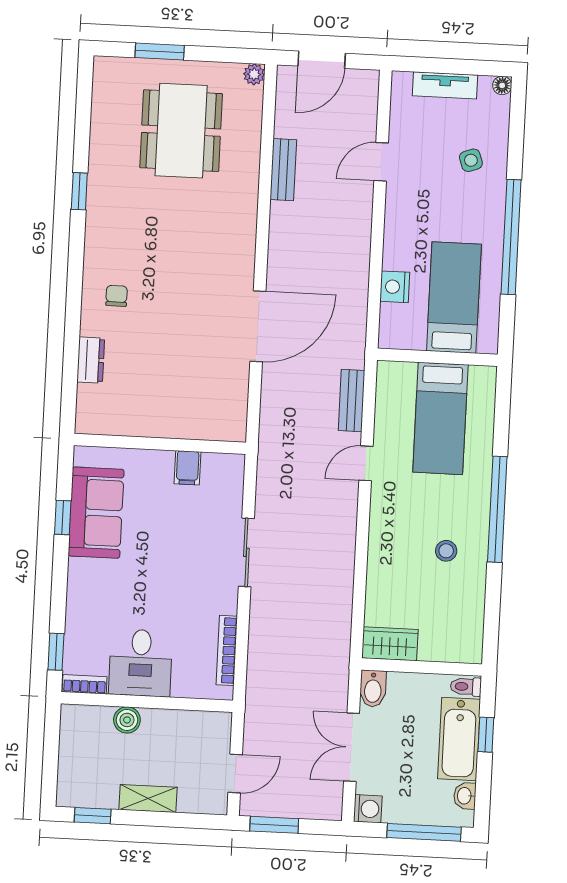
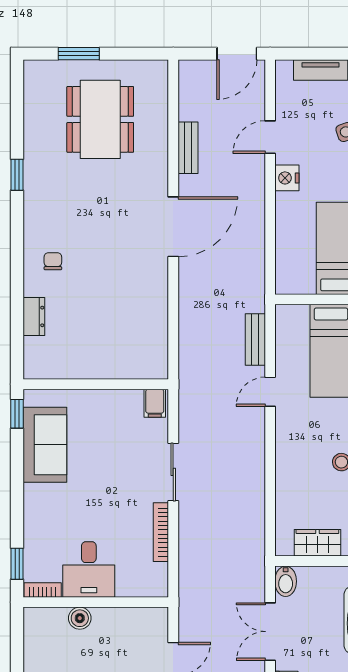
door: (322, 60) -> (237, 54), moved
plant: (254, 74) -> (159, 69), removed
nightstand: (395, 287) -> (287, 178), moved
door: (258, 326) -> (173, 227), moved
filing cabinet: (188, 468) -> (155, 403), moved
window: (63, 518) -> (17, 414), moved
wardrobe: (390, 644) -> (317, 543), moved
bookcase: (227, 650) -> (161, 532), moved

